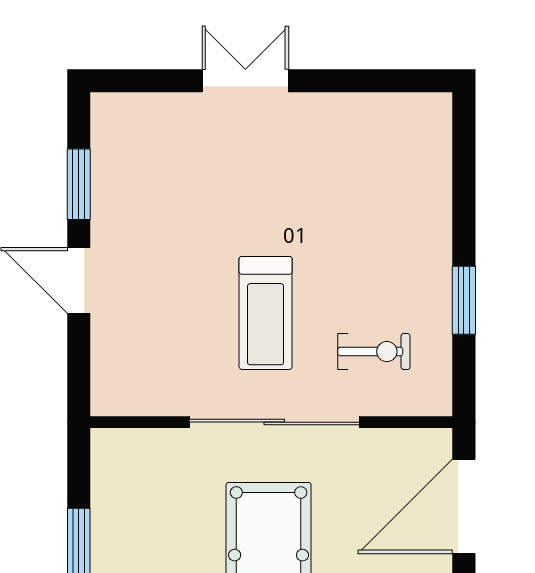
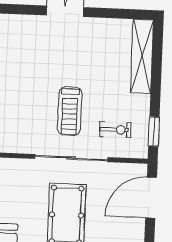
shelving: (429, 179) -> (142, 56), added
window: (464, 300) -> (154, 132), moved

